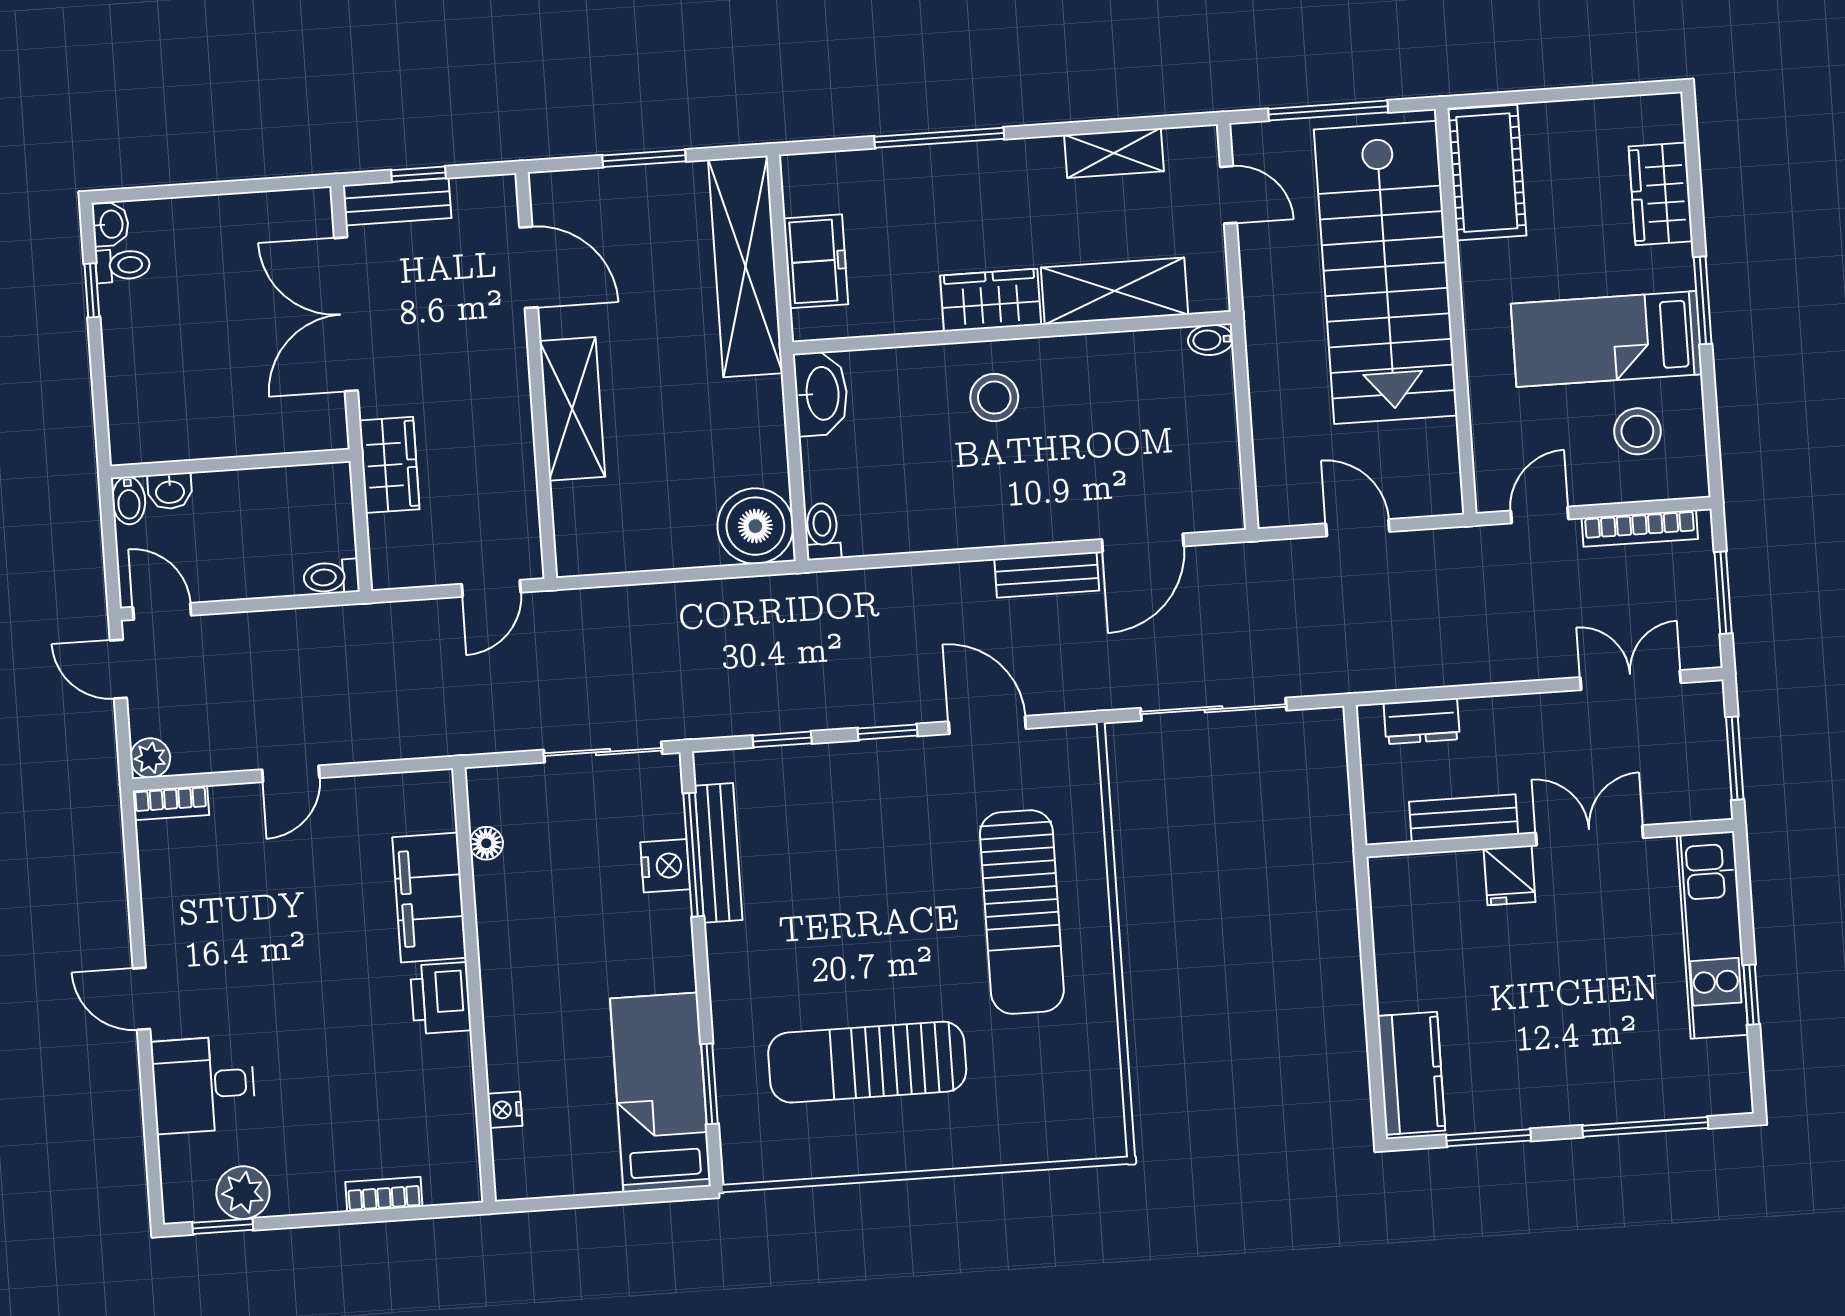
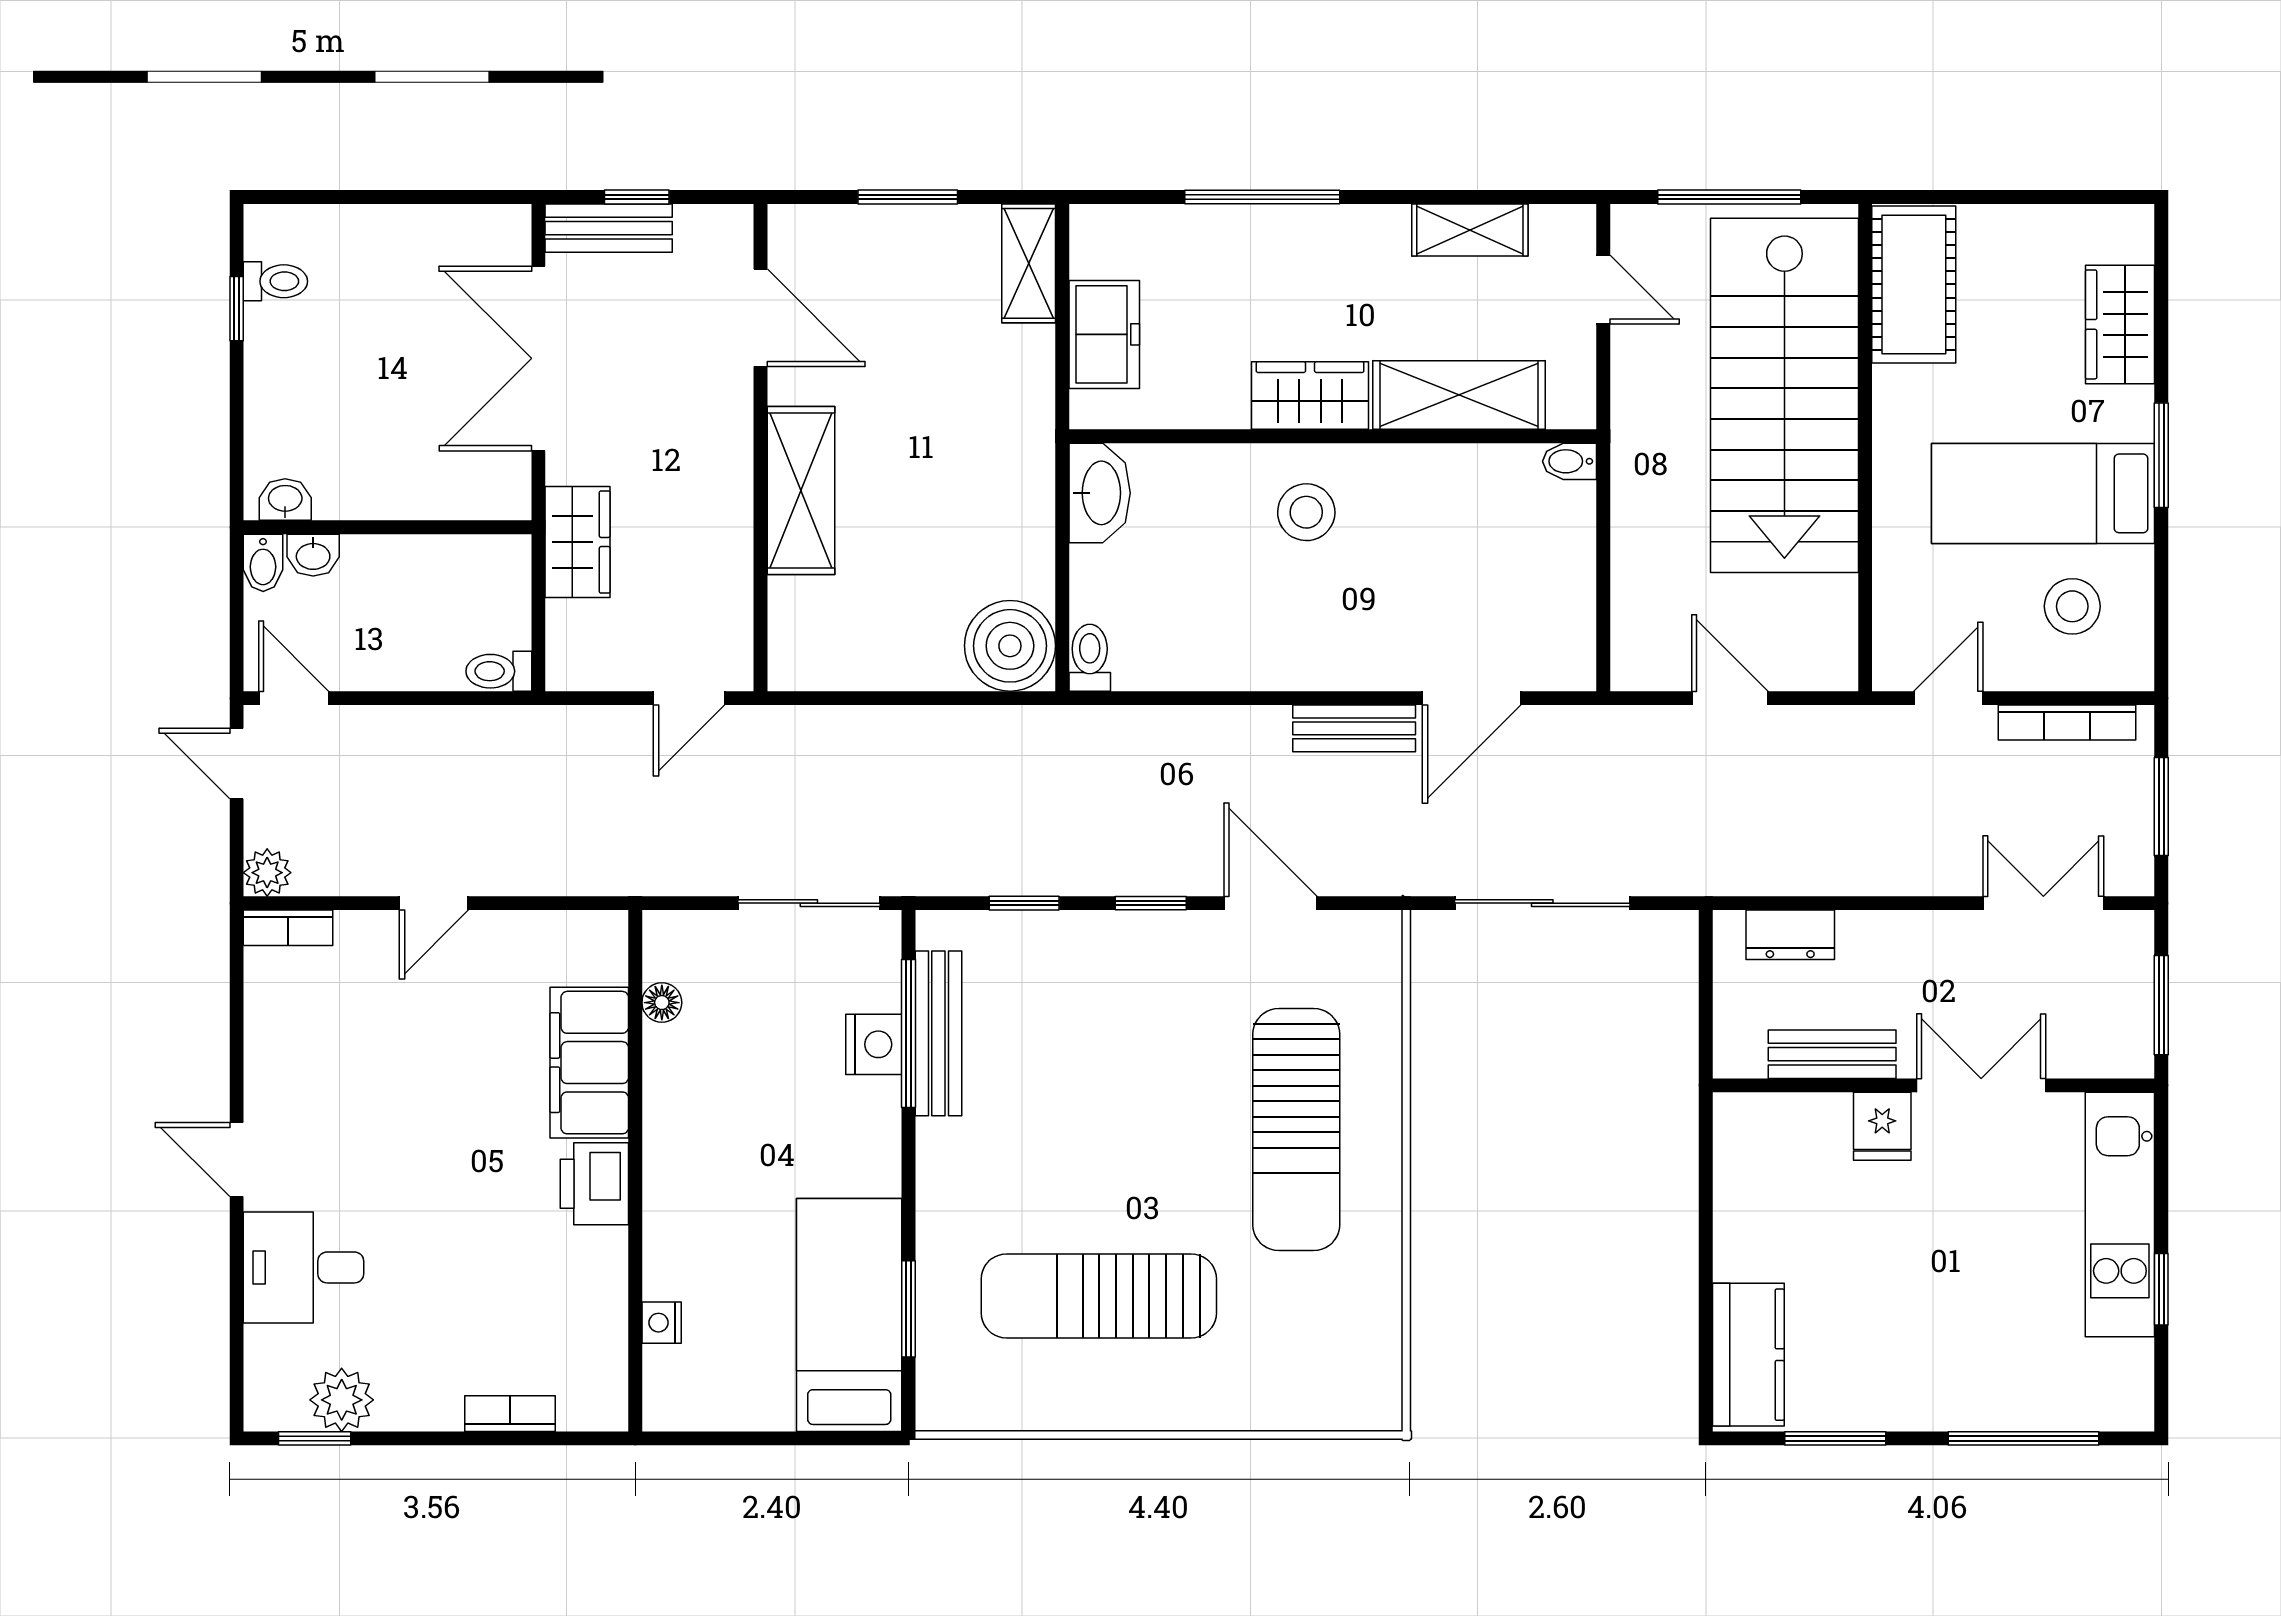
washbasin: (110, 224) -> (285, 500), moved, turned -90
shelving: (745, 266) -> (1029, 263), width x0.45, depth x0.75

